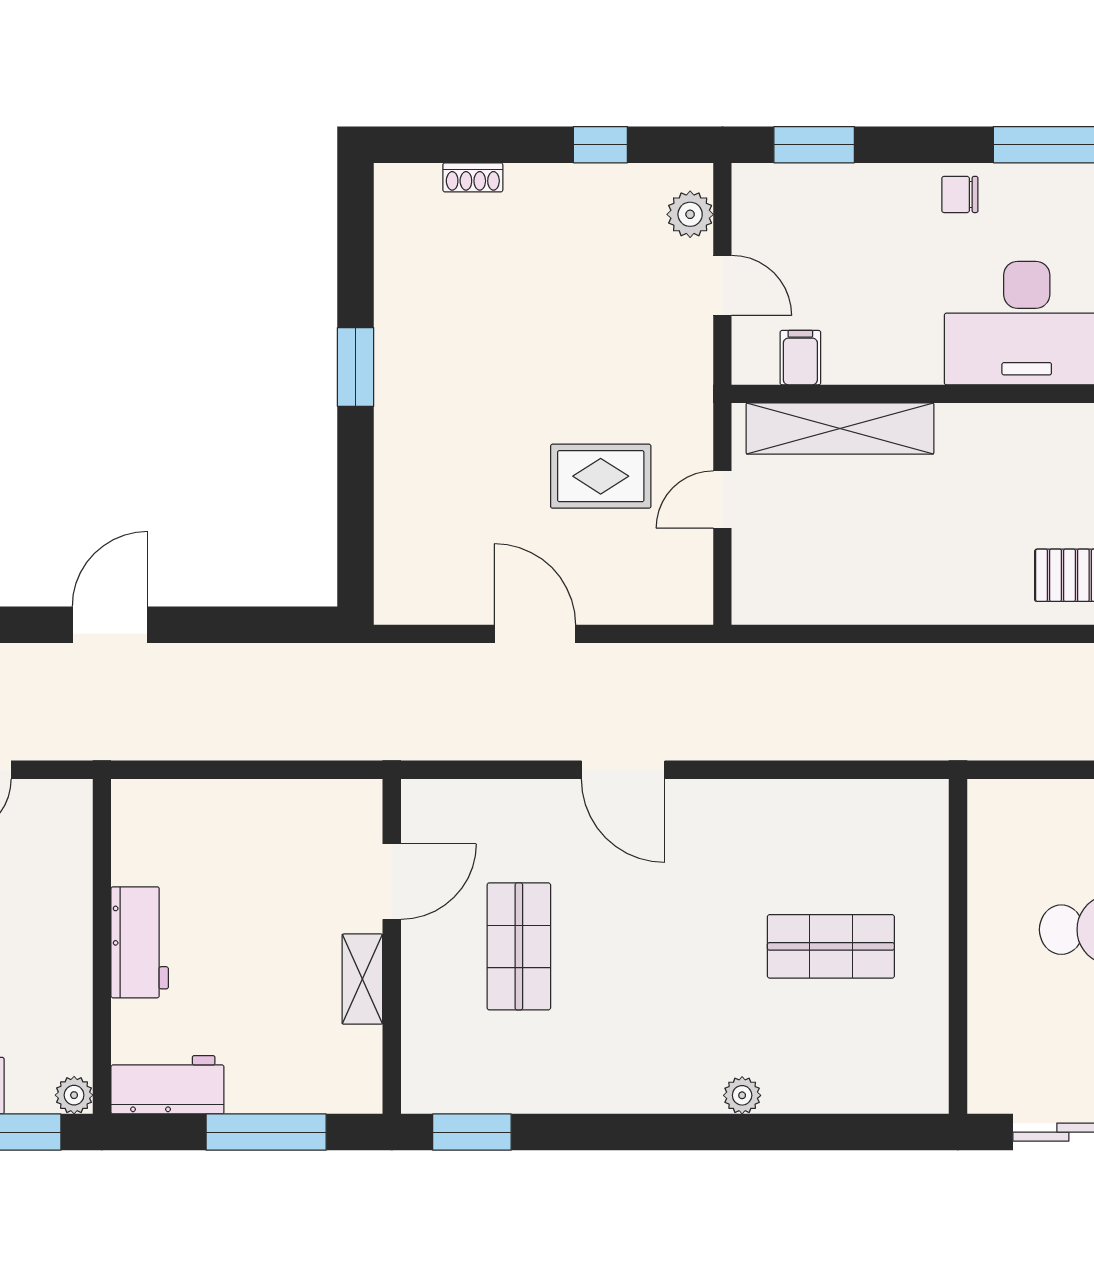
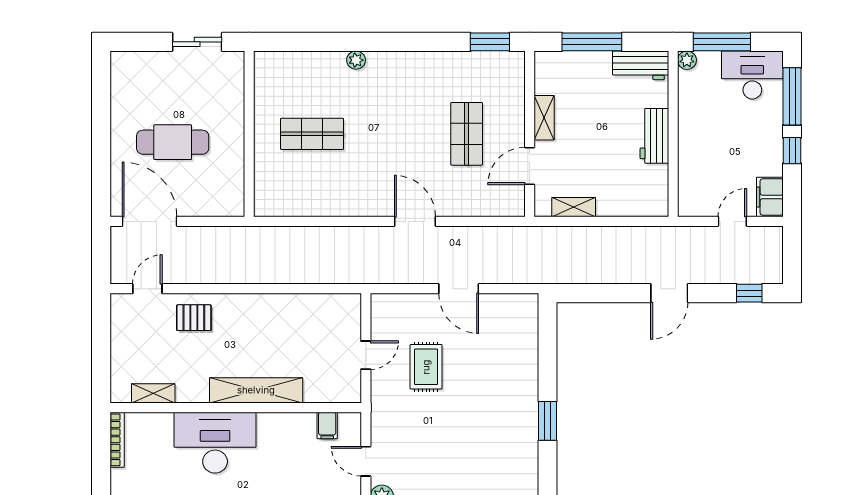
shelving: (840, 428) -> (256, 390), moved
rug: (601, 476) -> (426, 367), turned 90
shelving: (303, 799) -> (574, 207), added

